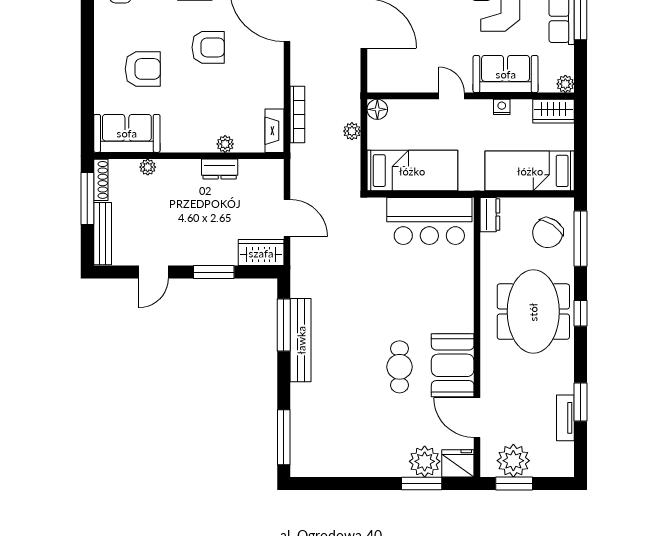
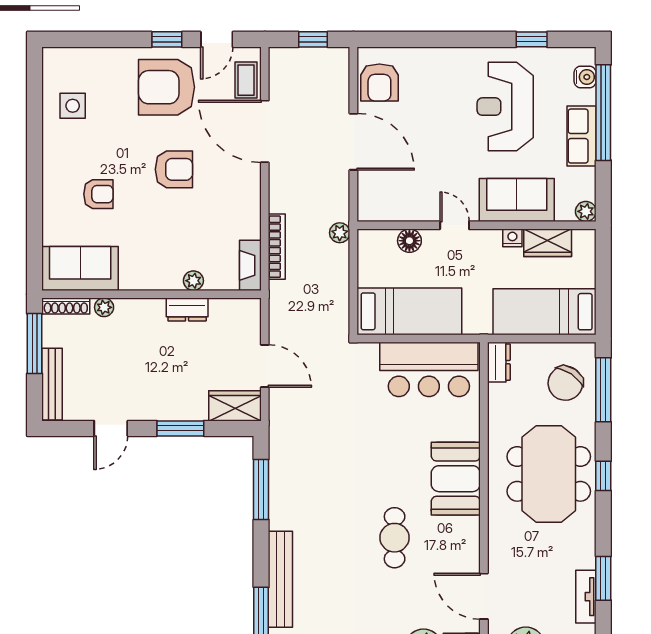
armchair: (143, 69) -> (98, 194), width x0.72, depth x0.72
floor lamp: (377, 109) -> (409, 241), moved
wardrobe: (554, 111) -> (548, 243), moved
plant: (352, 131) -> (340, 233), moved
shoe rack: (101, 180) -> (66, 306), moved, turned 90
bench: (301, 340) -> (280, 579), moved
booth: (453, 365) -> (456, 479), moved

